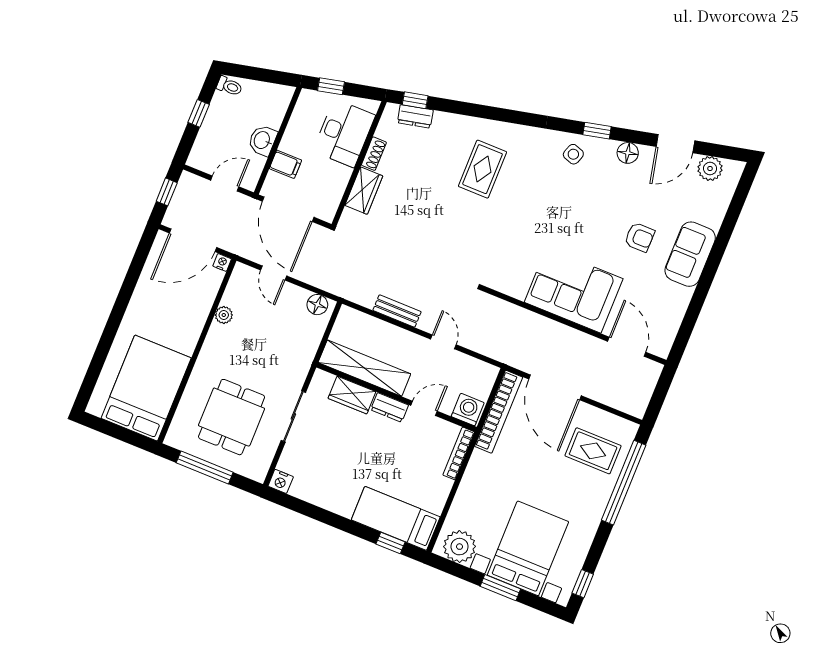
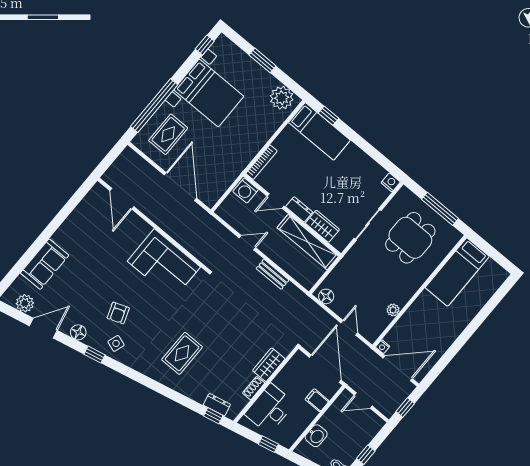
washbasin: (262, 140) -> (316, 436), moved
armchair: (639, 237) -> (118, 313), moved, turned -110
sofa: (690, 254) -> (45, 264), moved
corner sofa: (574, 291) -> (164, 264), moved
door: (443, 342) -> (247, 243), swing flipped
bed: (146, 388) -> (457, 272), width x0.67
bookcase: (499, 412) -> (225, 182), removed
rug: (593, 451) -> (168, 134), turned 90
bed with nightstands: (528, 548) -> (209, 93), moved, turned -90

